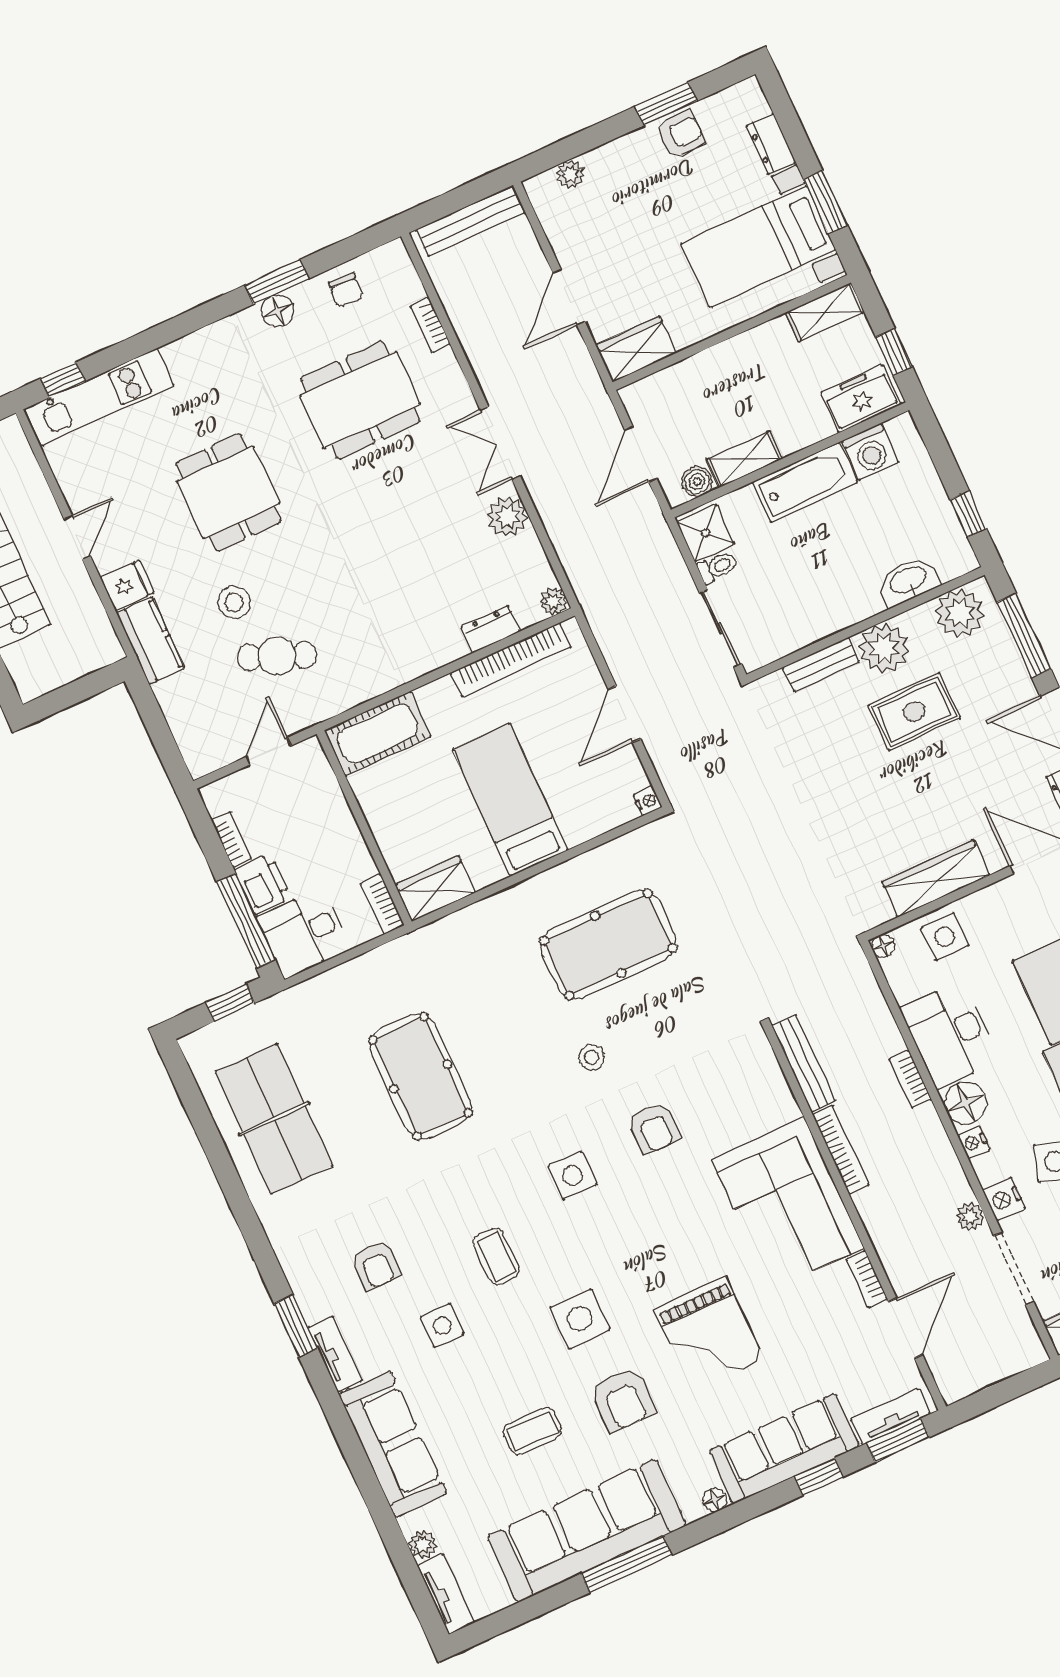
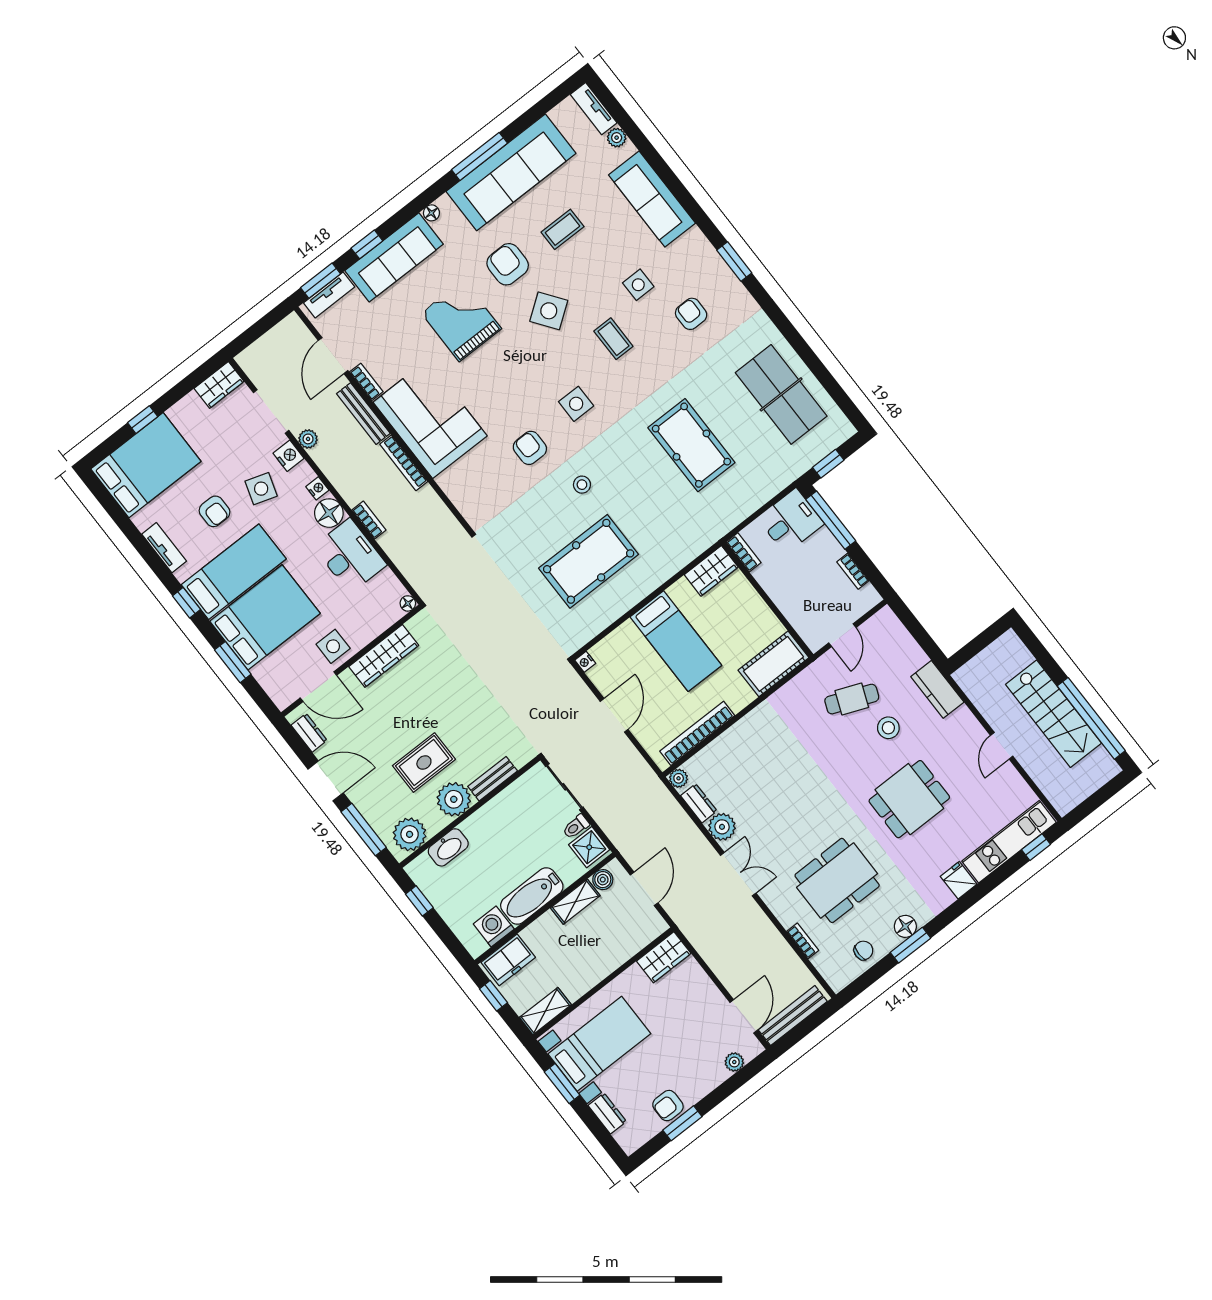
chair: (346, 290) -> (863, 950), turned 87
door: (569, 297) -> (744, 1016), moved
dining table: (228, 492) -> (909, 799), turned 90
fridge: (127, 585) -> (959, 880), moved, turned 90
dresser: (491, 629) -> (699, 803), moved, turned -90
printer: (263, 884) -> (825, 547), removed
side table: (945, 937) -> (333, 646), moved
bench: (803, 1063) -> (363, 414), moved
side table: (580, 1319) -> (549, 311), turned -36
tv unit: (335, 1354) -> (704, 249), removed

